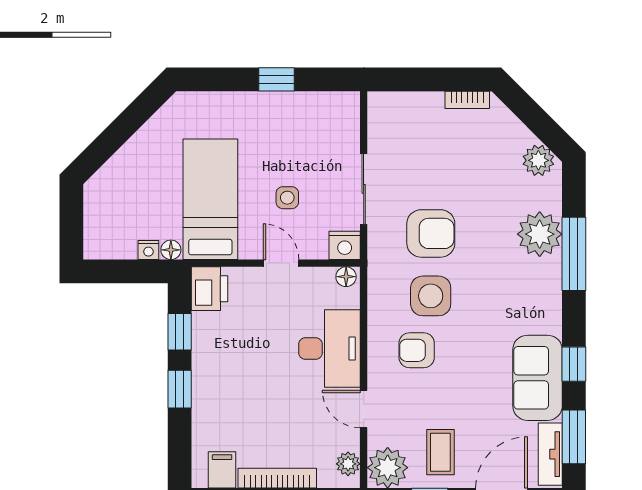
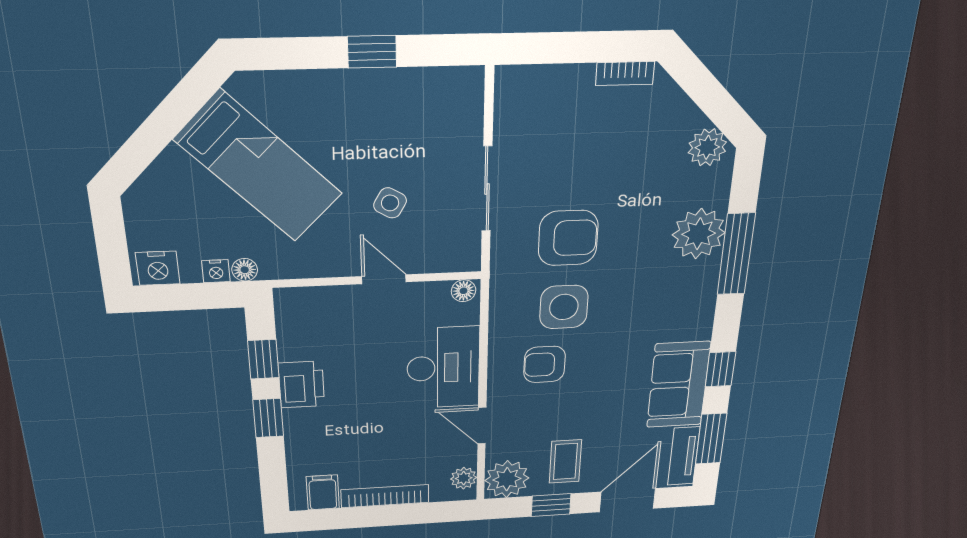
side table: (287, 198) -> (390, 203), turned 30
bed: (210, 199) -> (259, 167), moved, turned 135
nightstand: (345, 245) -> (158, 268), moved
printer: (210, 289) -> (301, 385), moved

